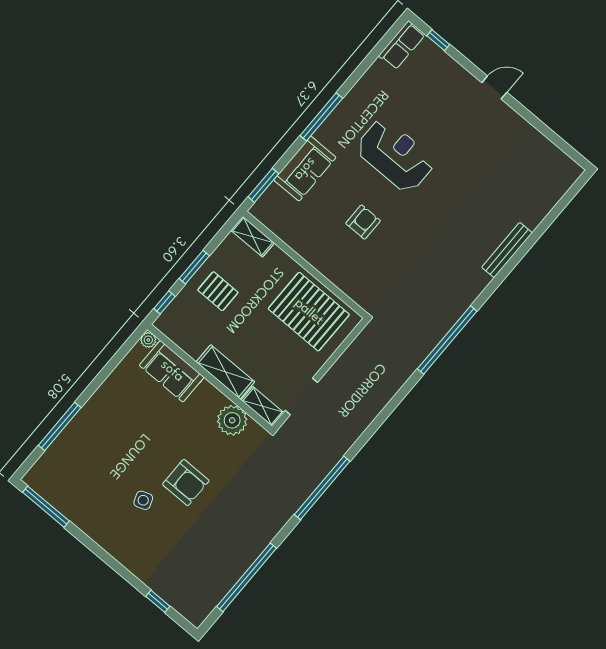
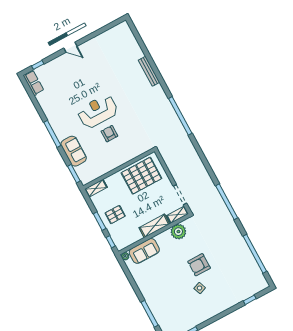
door: (494, 87) -> (70, 47), swing flipped
reception desk: (395, 155) -> (98, 111), moved
armchair: (186, 482) -> (199, 265), turned 180

